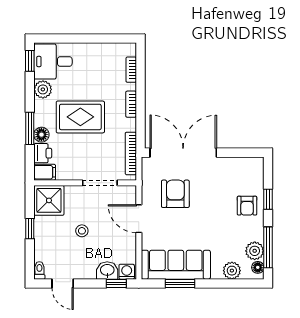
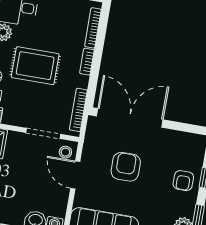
bookcase: (131, 70) -> (93, 28), width x1.56
armchair: (175, 194) -> (126, 167), moved
stool: (82, 231) -> (65, 152), moved

